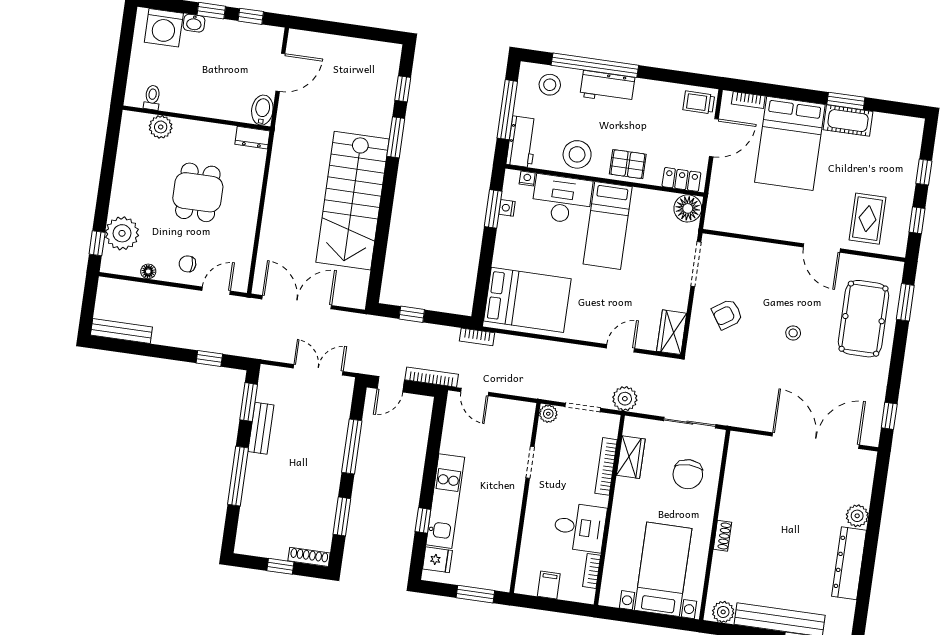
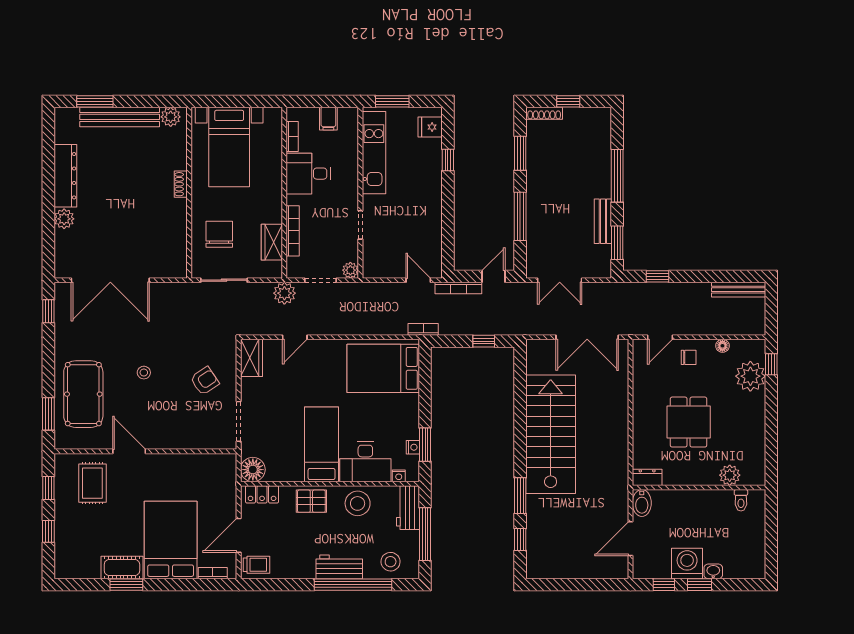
washing machine: (164, 28) -> (687, 563), moved
kitchen unit: (445, 501) -> (374, 153), moved, turned 180

